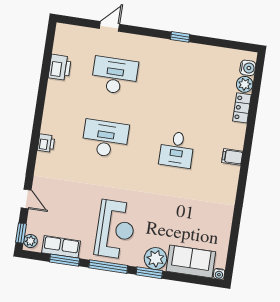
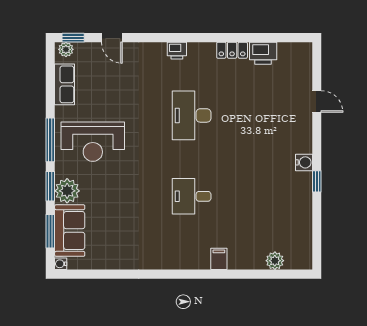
water cooler: (248, 68) -> (304, 162), moved, turned -90
desk: (115, 76) -> (263, 115), removed
locker: (242, 108) -> (232, 50), moved, turned 180
desk: (105, 139) -> (192, 115), turned 180
filing cabinet: (232, 157) -> (219, 259), moved
door: (26, 199) -> (112, 38), hinge flipped
window: (65, 260) -> (50, 231), moved

